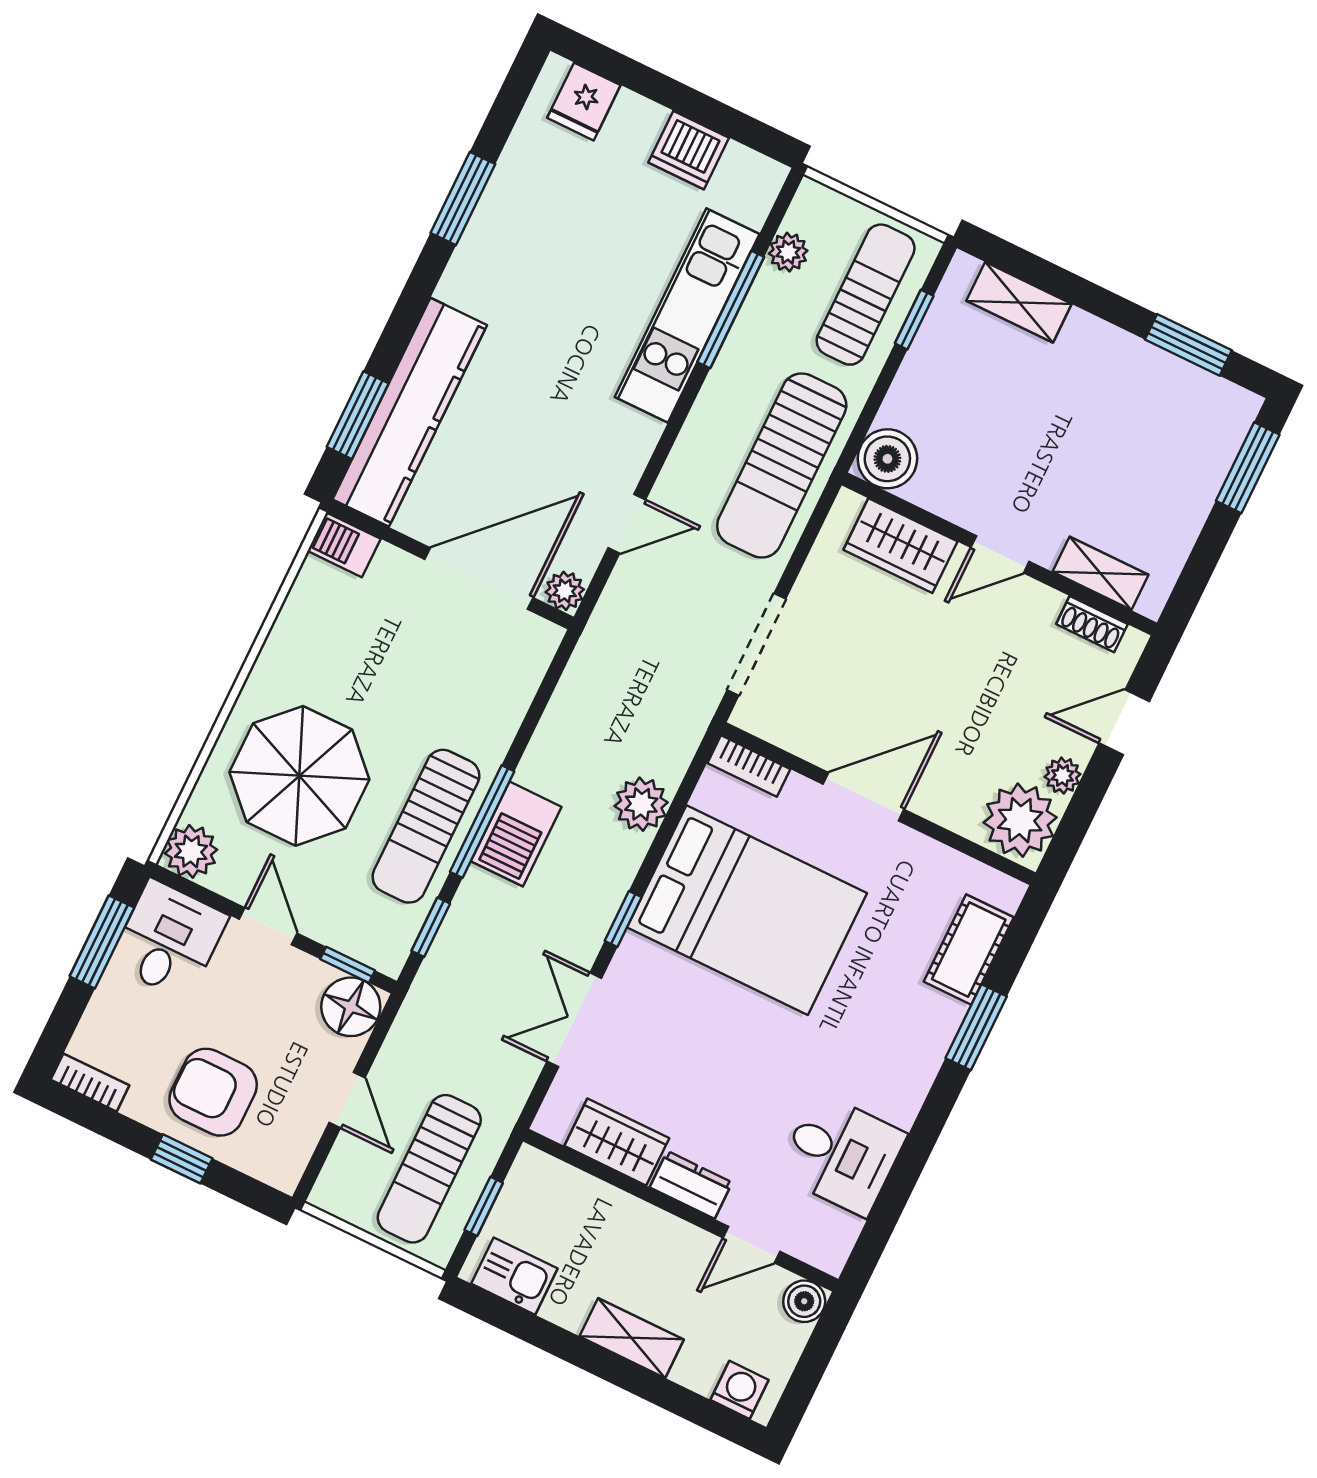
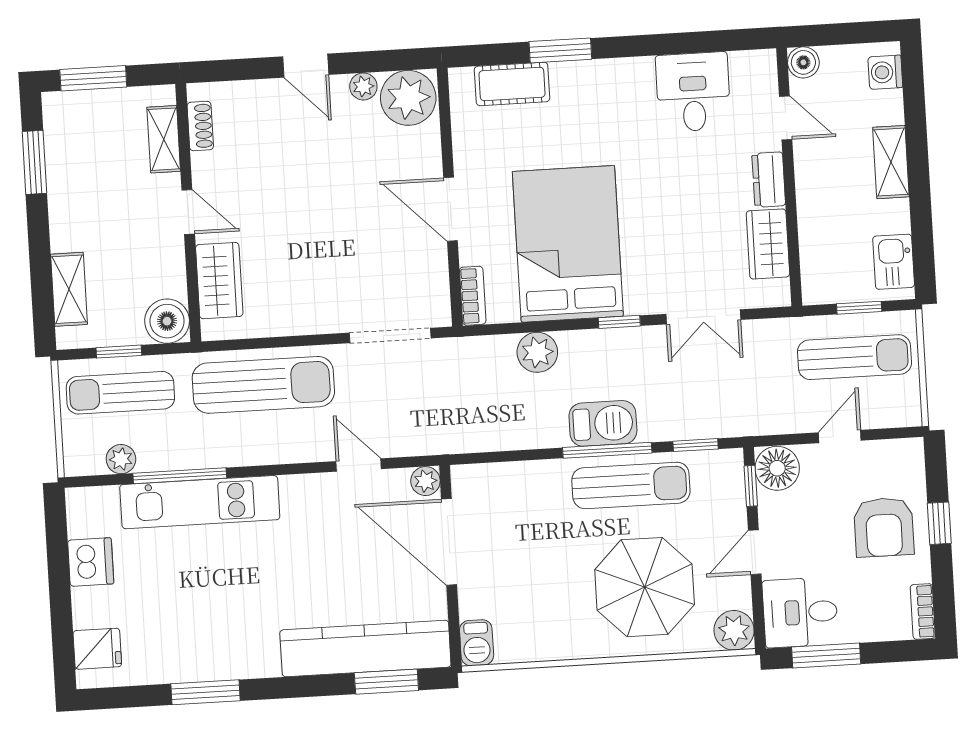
boiler: (887, 459) -> (167, 321), moved
wardrobe: (900, 546) -> (219, 281), moved
wall: (999, 554) -> (188, 213), moved
door: (1000, 554) -> (188, 212), moved
shelving: (1100, 573) -> (164, 139), moved
shoe rack: (1092, 624) -> (200, 126), moved

